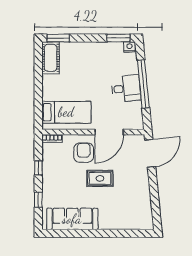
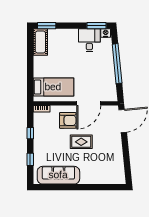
desk: (126, 88) -> (89, 40), moved, turned -84
armchair: (84, 153) -> (68, 120), turned 90

